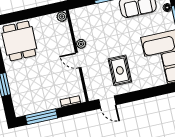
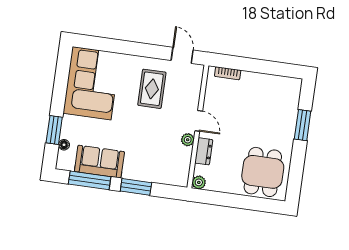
dresser: (67, 40) -> (204, 151), added
window: (41, 117) -> (271, 68), removed

